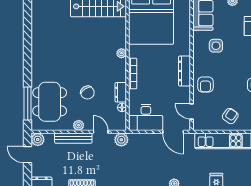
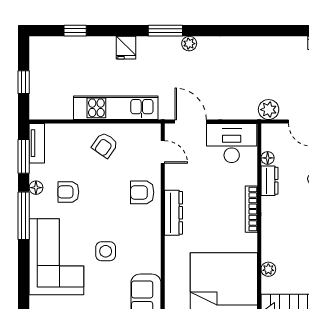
side table: (216, 46) -> (106, 251), moved
plant: (121, 53) -> (268, 269), moved
armchair: (205, 85) -> (142, 192), turned -90

